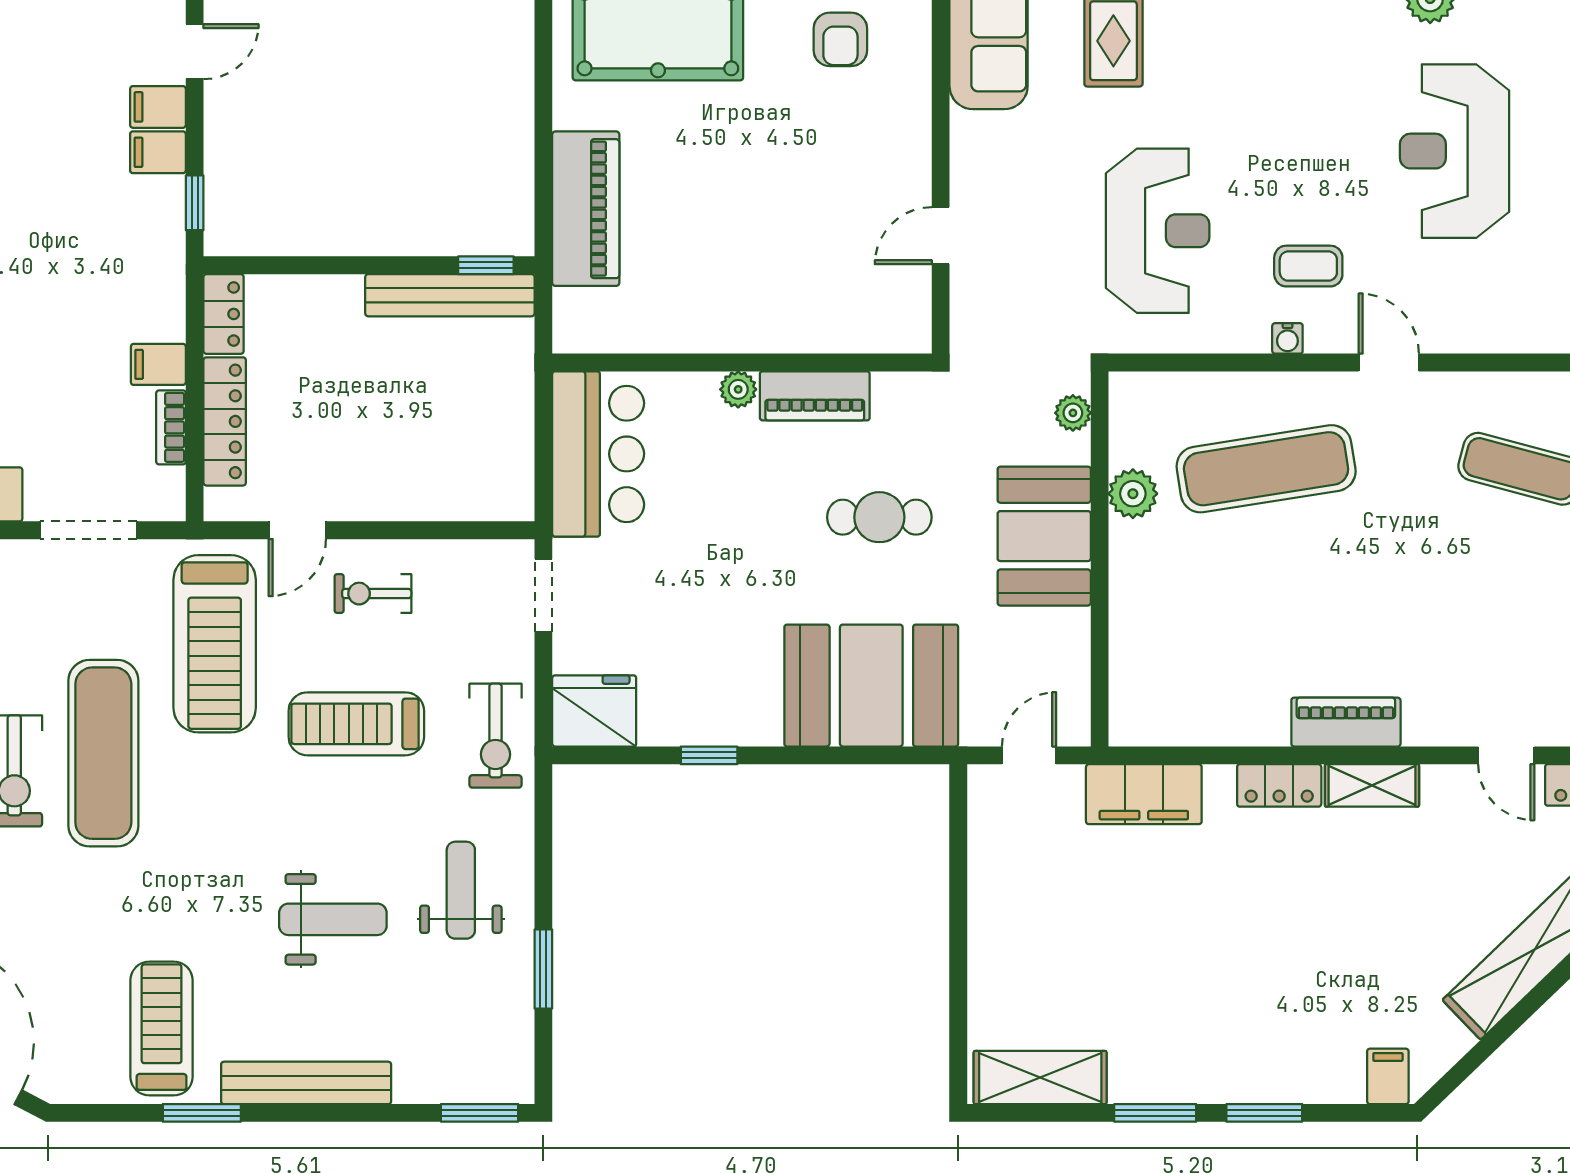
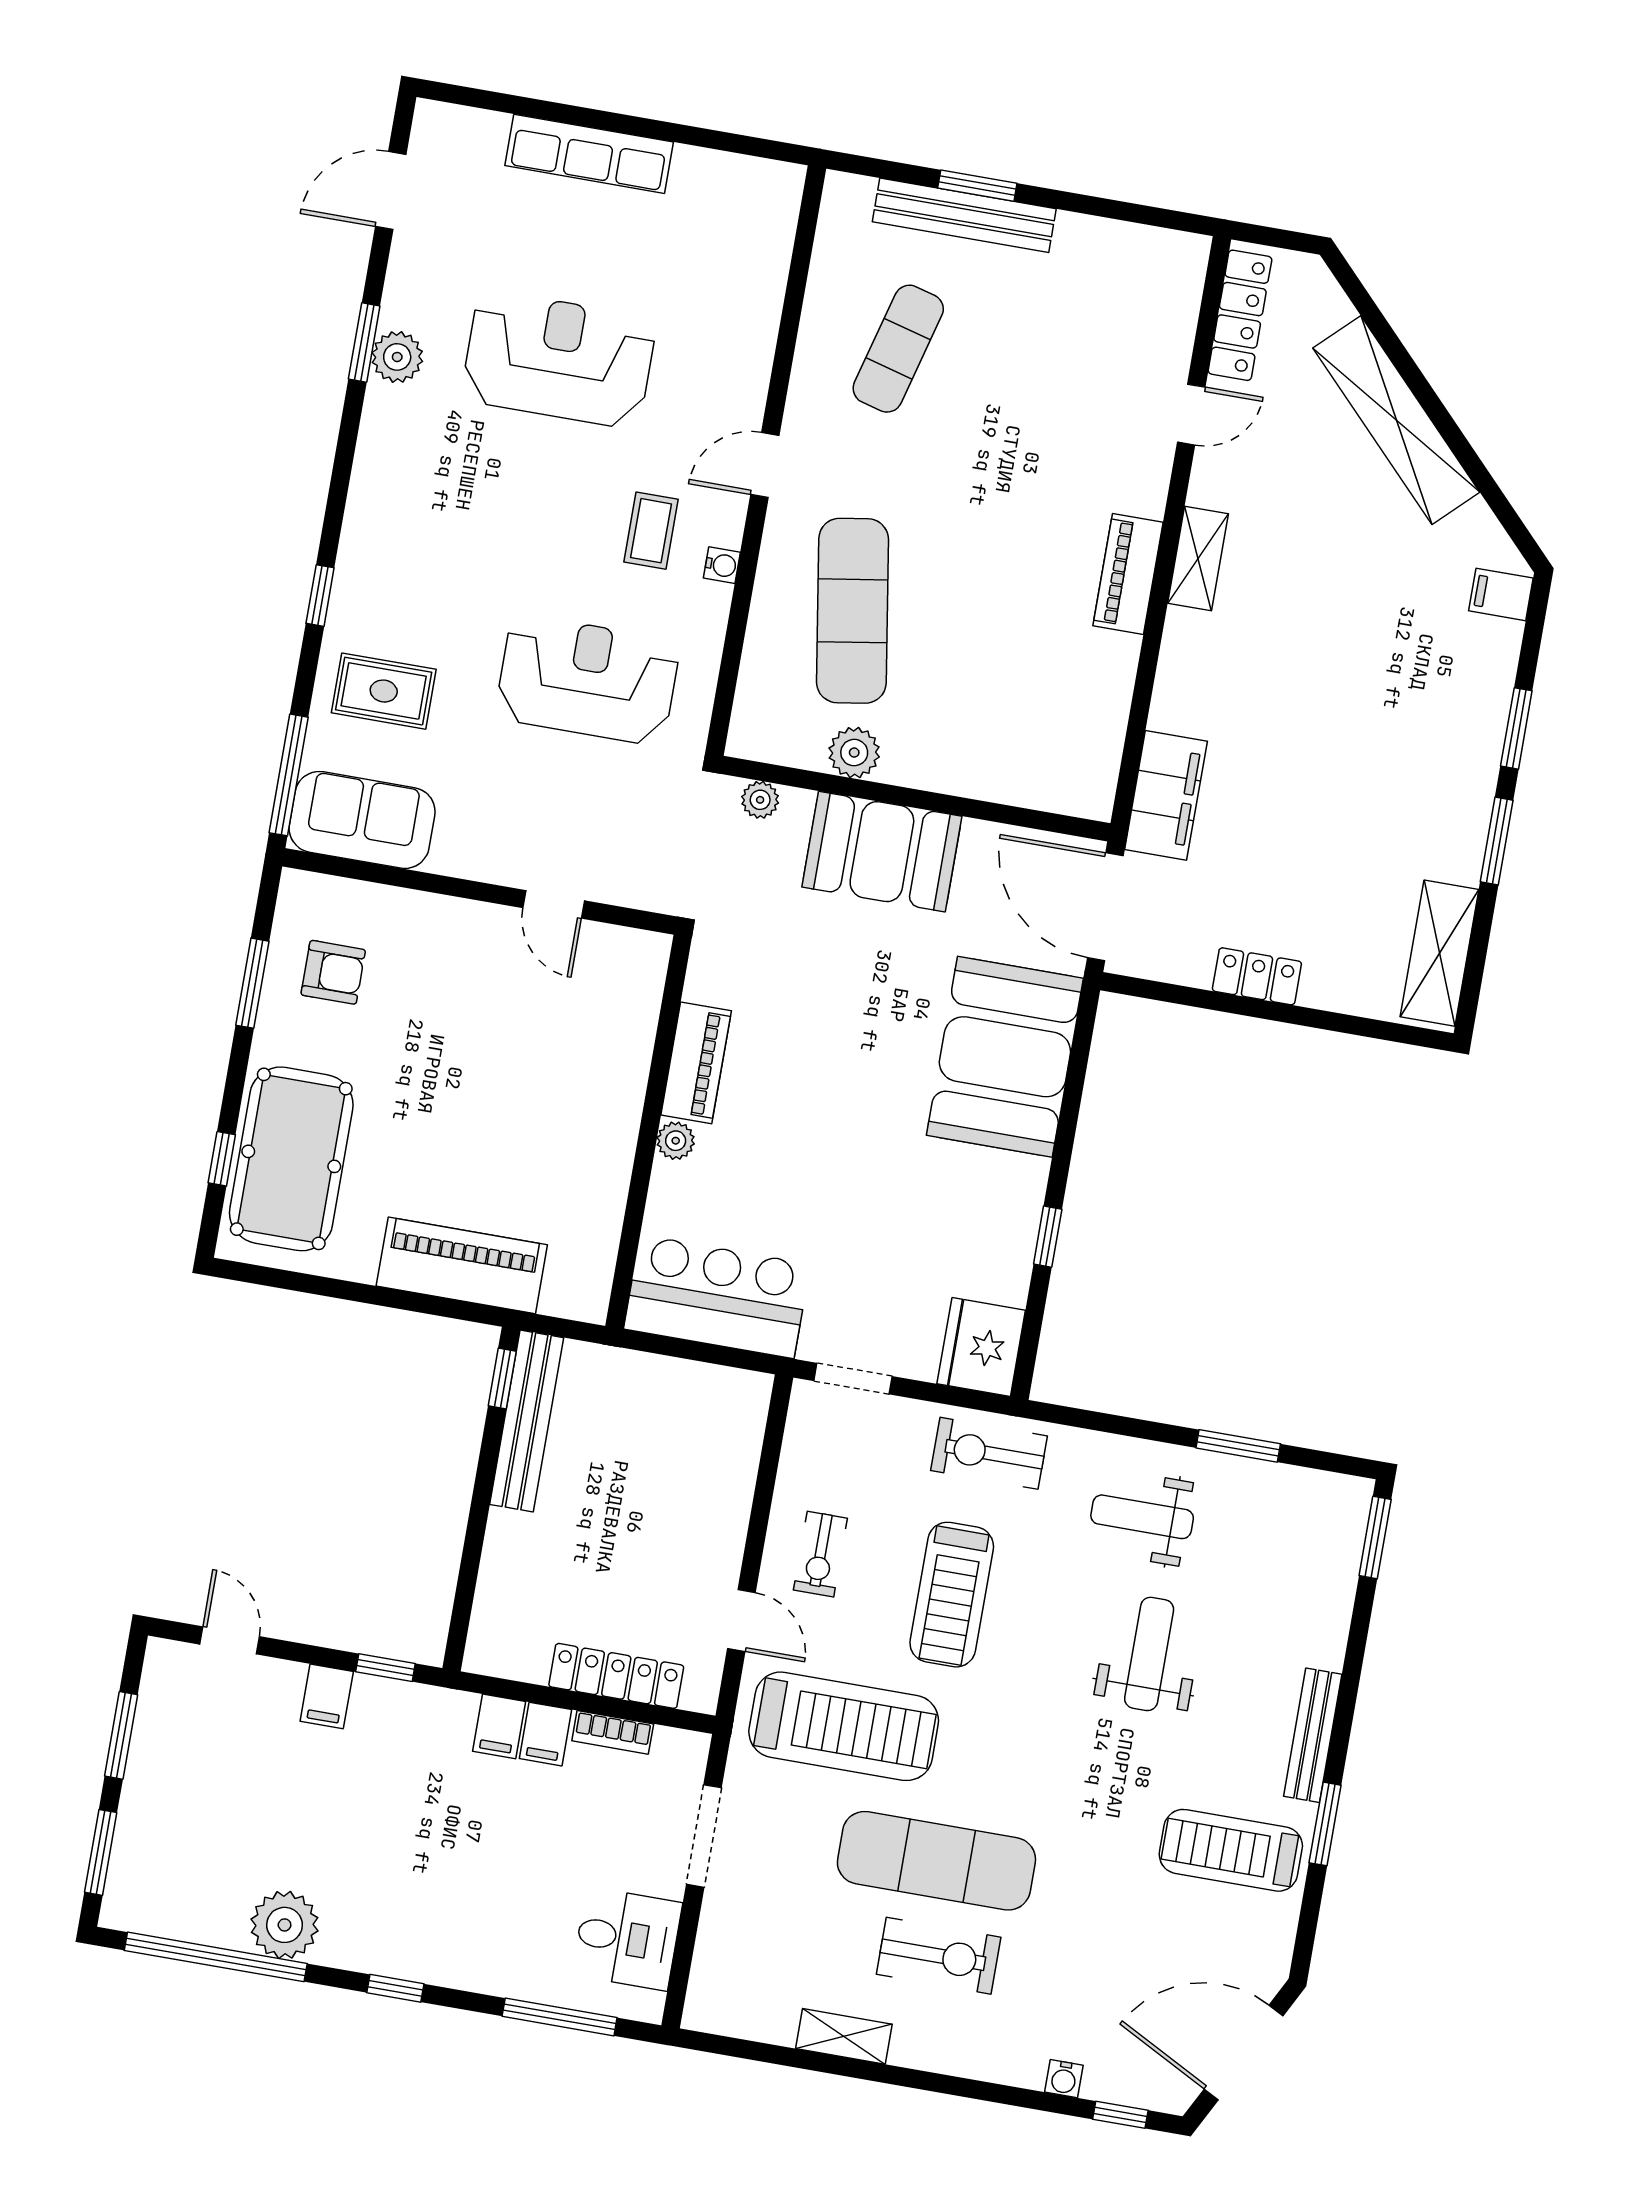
filing cabinet: (158, 107) -> (499, 1726), moved
reception desk: (1455, 151) -> (559, 359), turned 180
locker: (224, 314) -> (505, 1658), removed
cafe table: (879, 517) -> (833, 1018), removed
exercise bike: (495, 736) -> (989, 1453), turned 180
door: (1029, 755) -> (1105, 907), width x1.87
locker: (1279, 785) -> (1257, 976), moved, turned -90
bench: (306, 1083) -> (1313, 1735), width x0.73, depth x0.82

